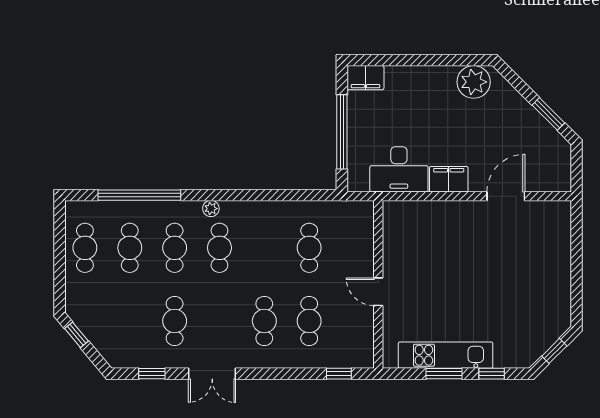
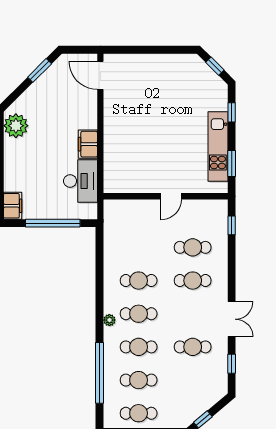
door: (506, 196) -> (100, 75), moved
cafe table: (309, 248) -> (139, 281), moved
window: (444, 374) -> (232, 163), moved

